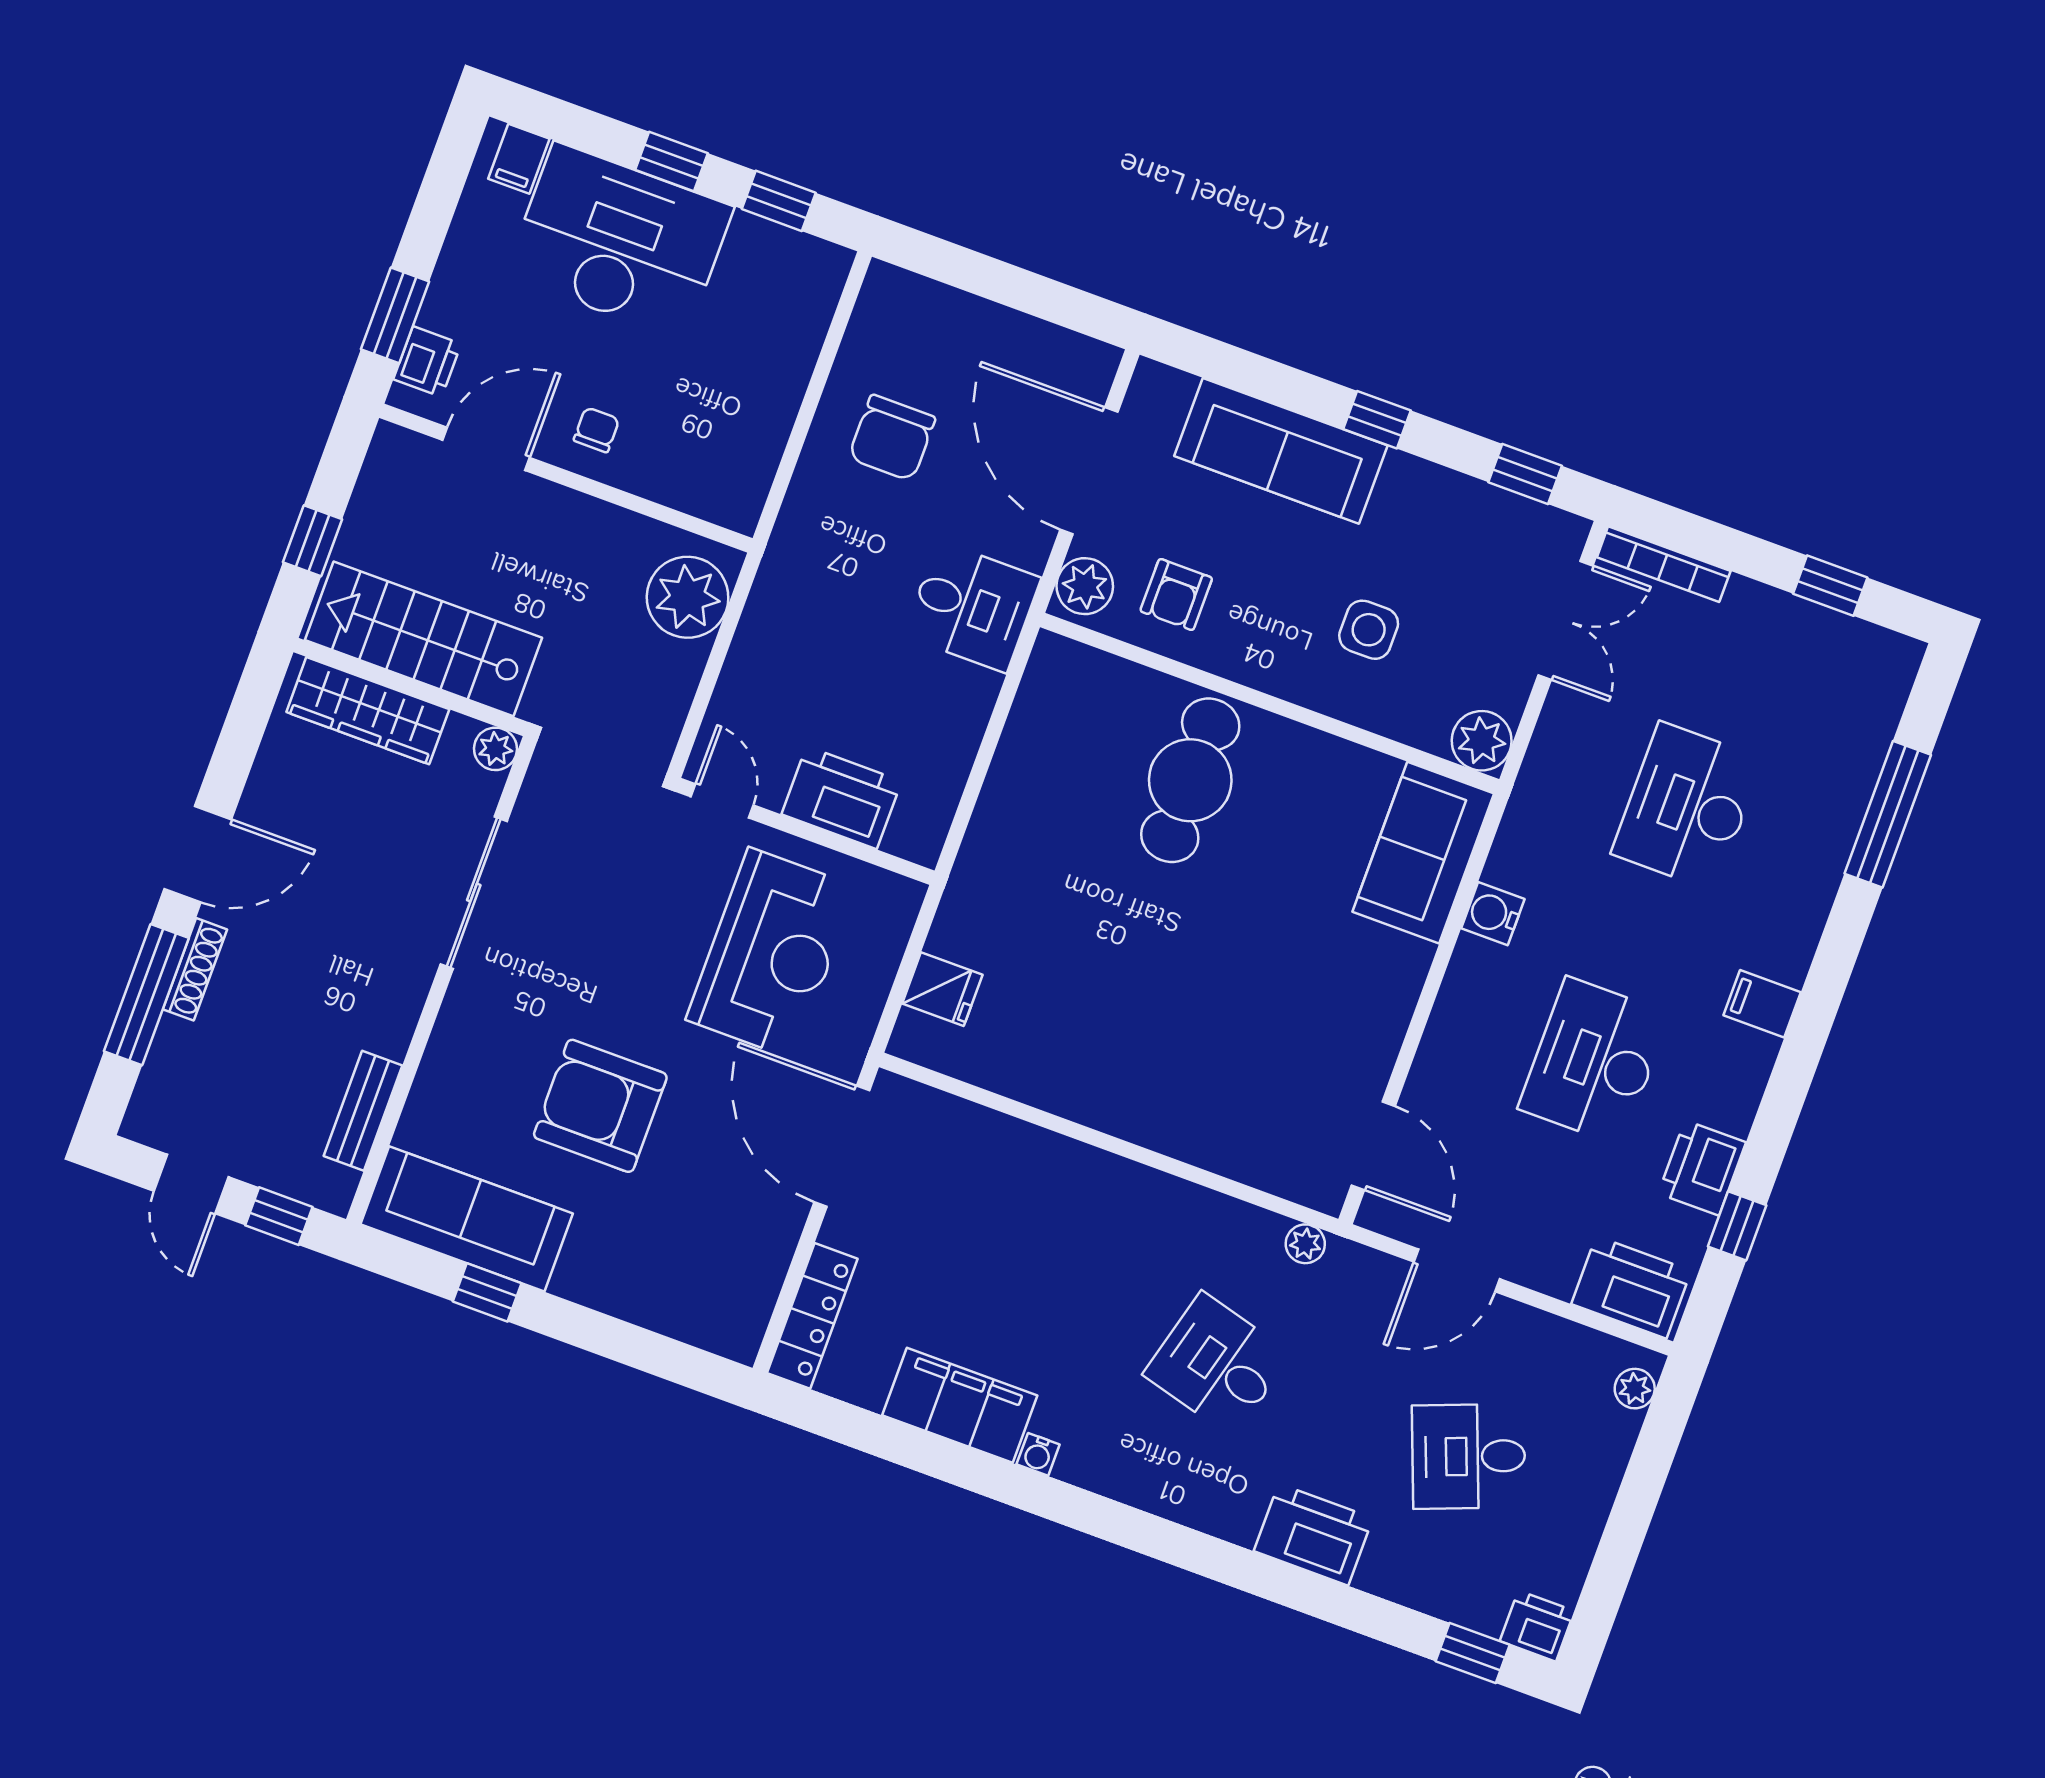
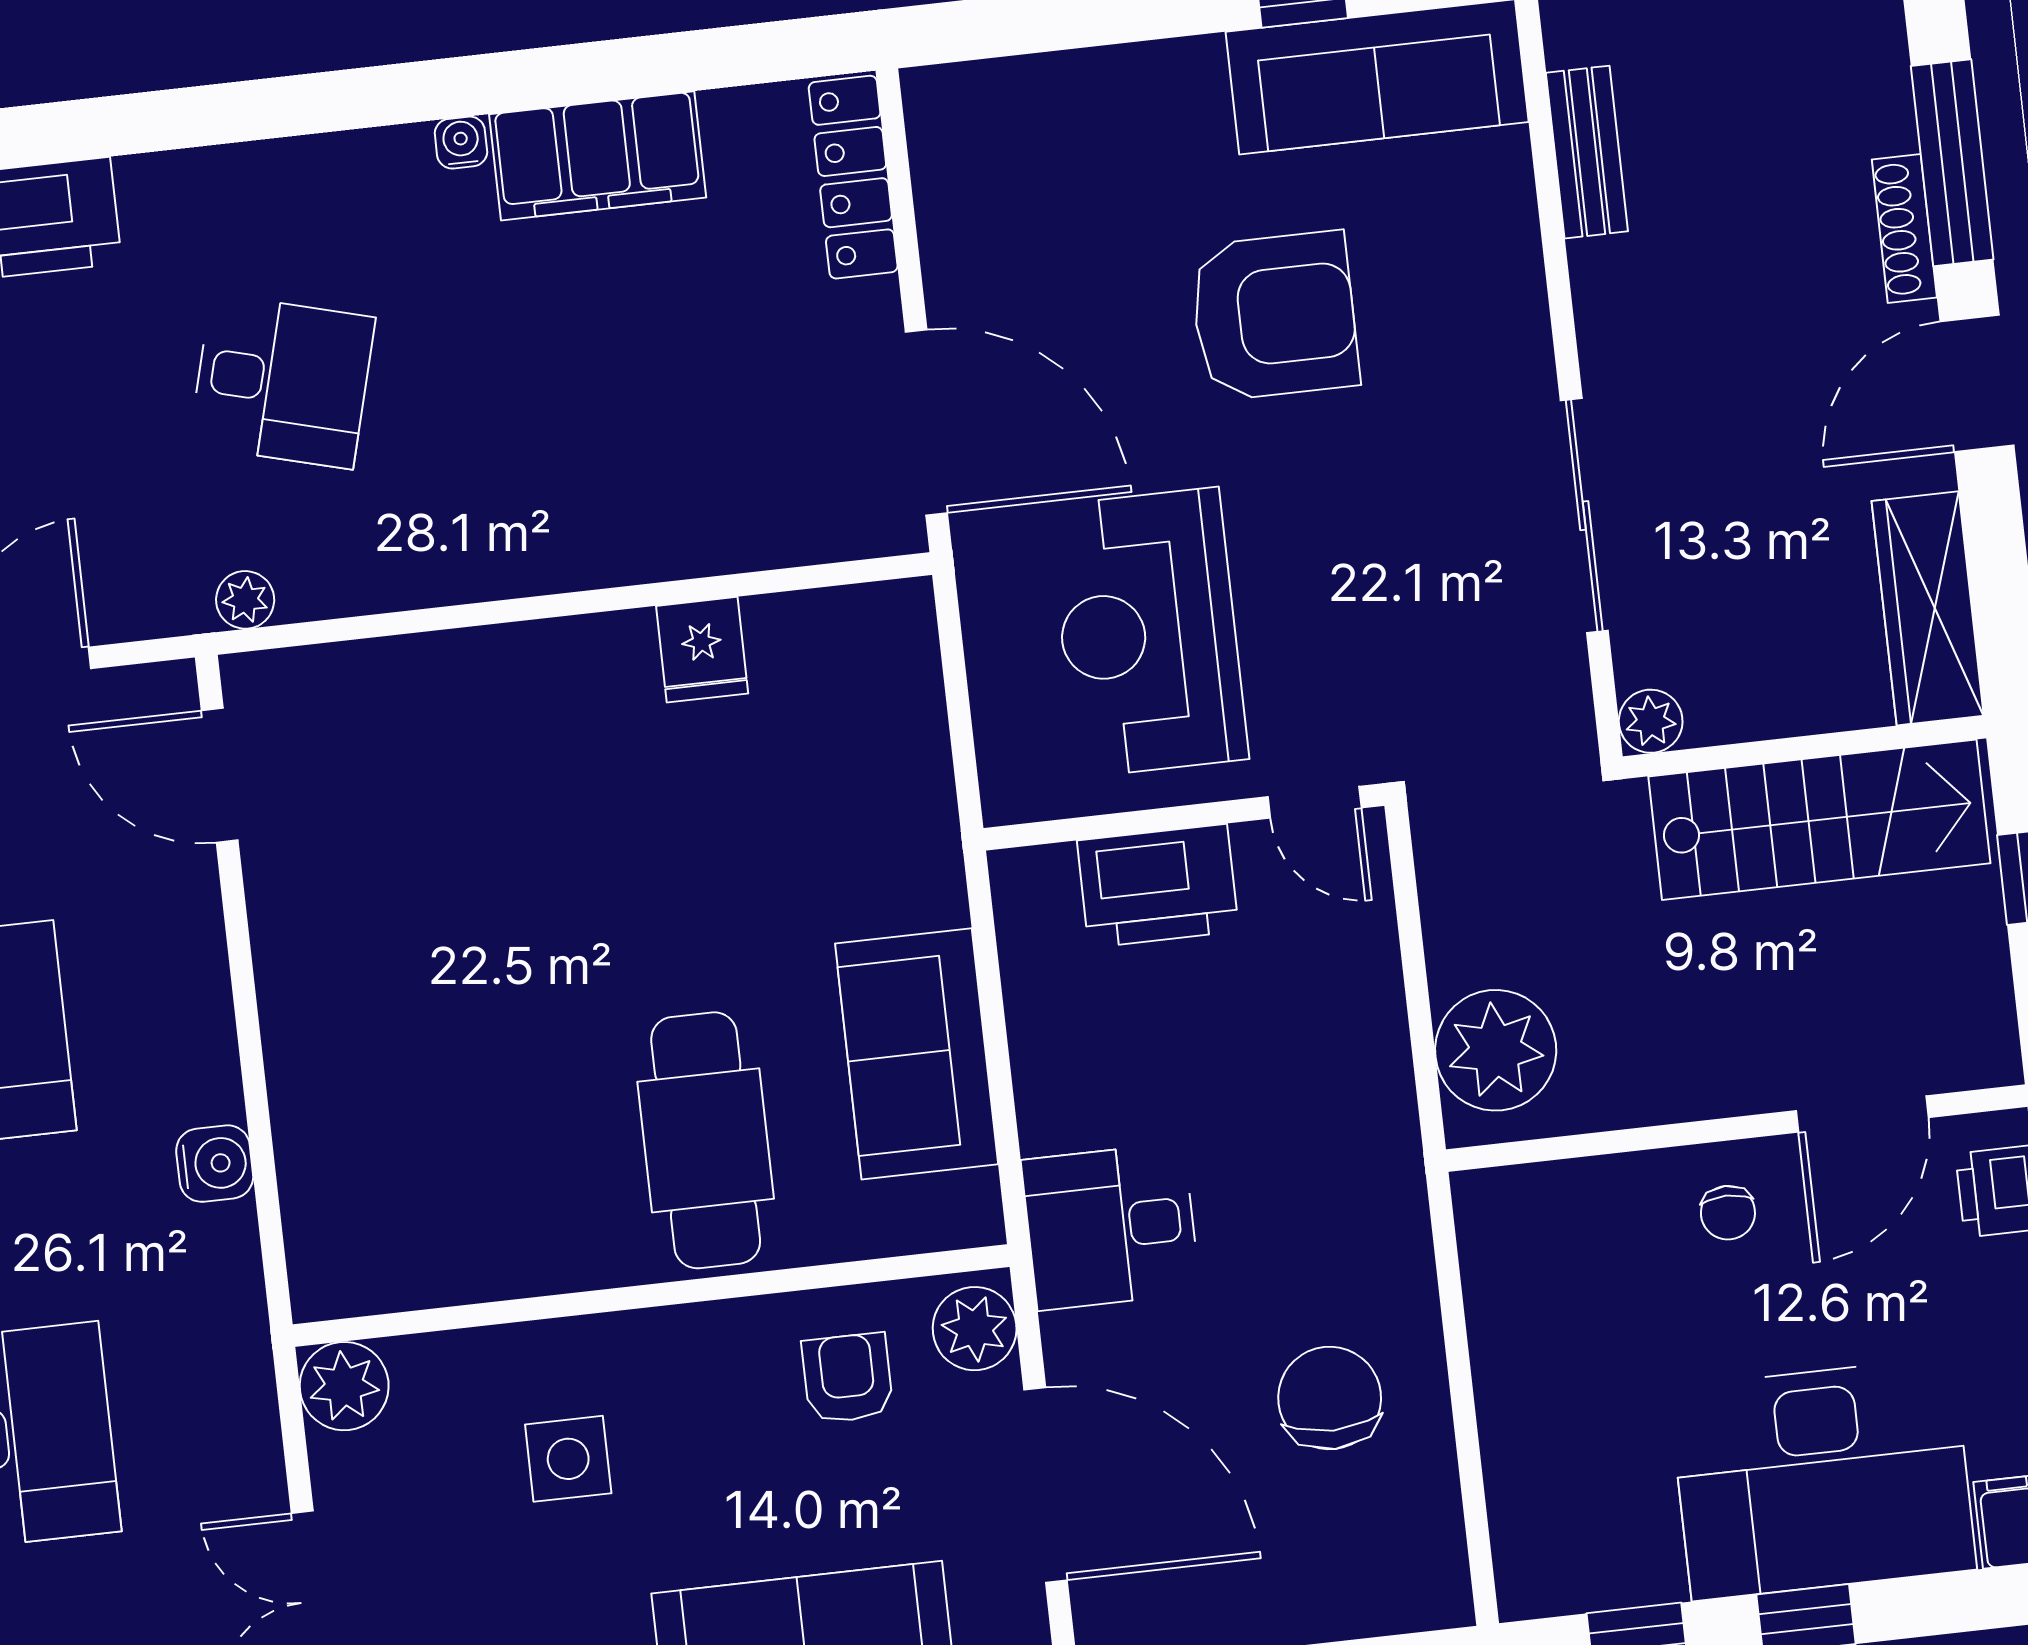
wardrobe: (368, 711) -> (1928, 608), moved, turned -90
sofa: (1423, 853) -> (917, 1054), moved, turned 180
fridge: (942, 989) -> (702, 650), moved, turned -90

